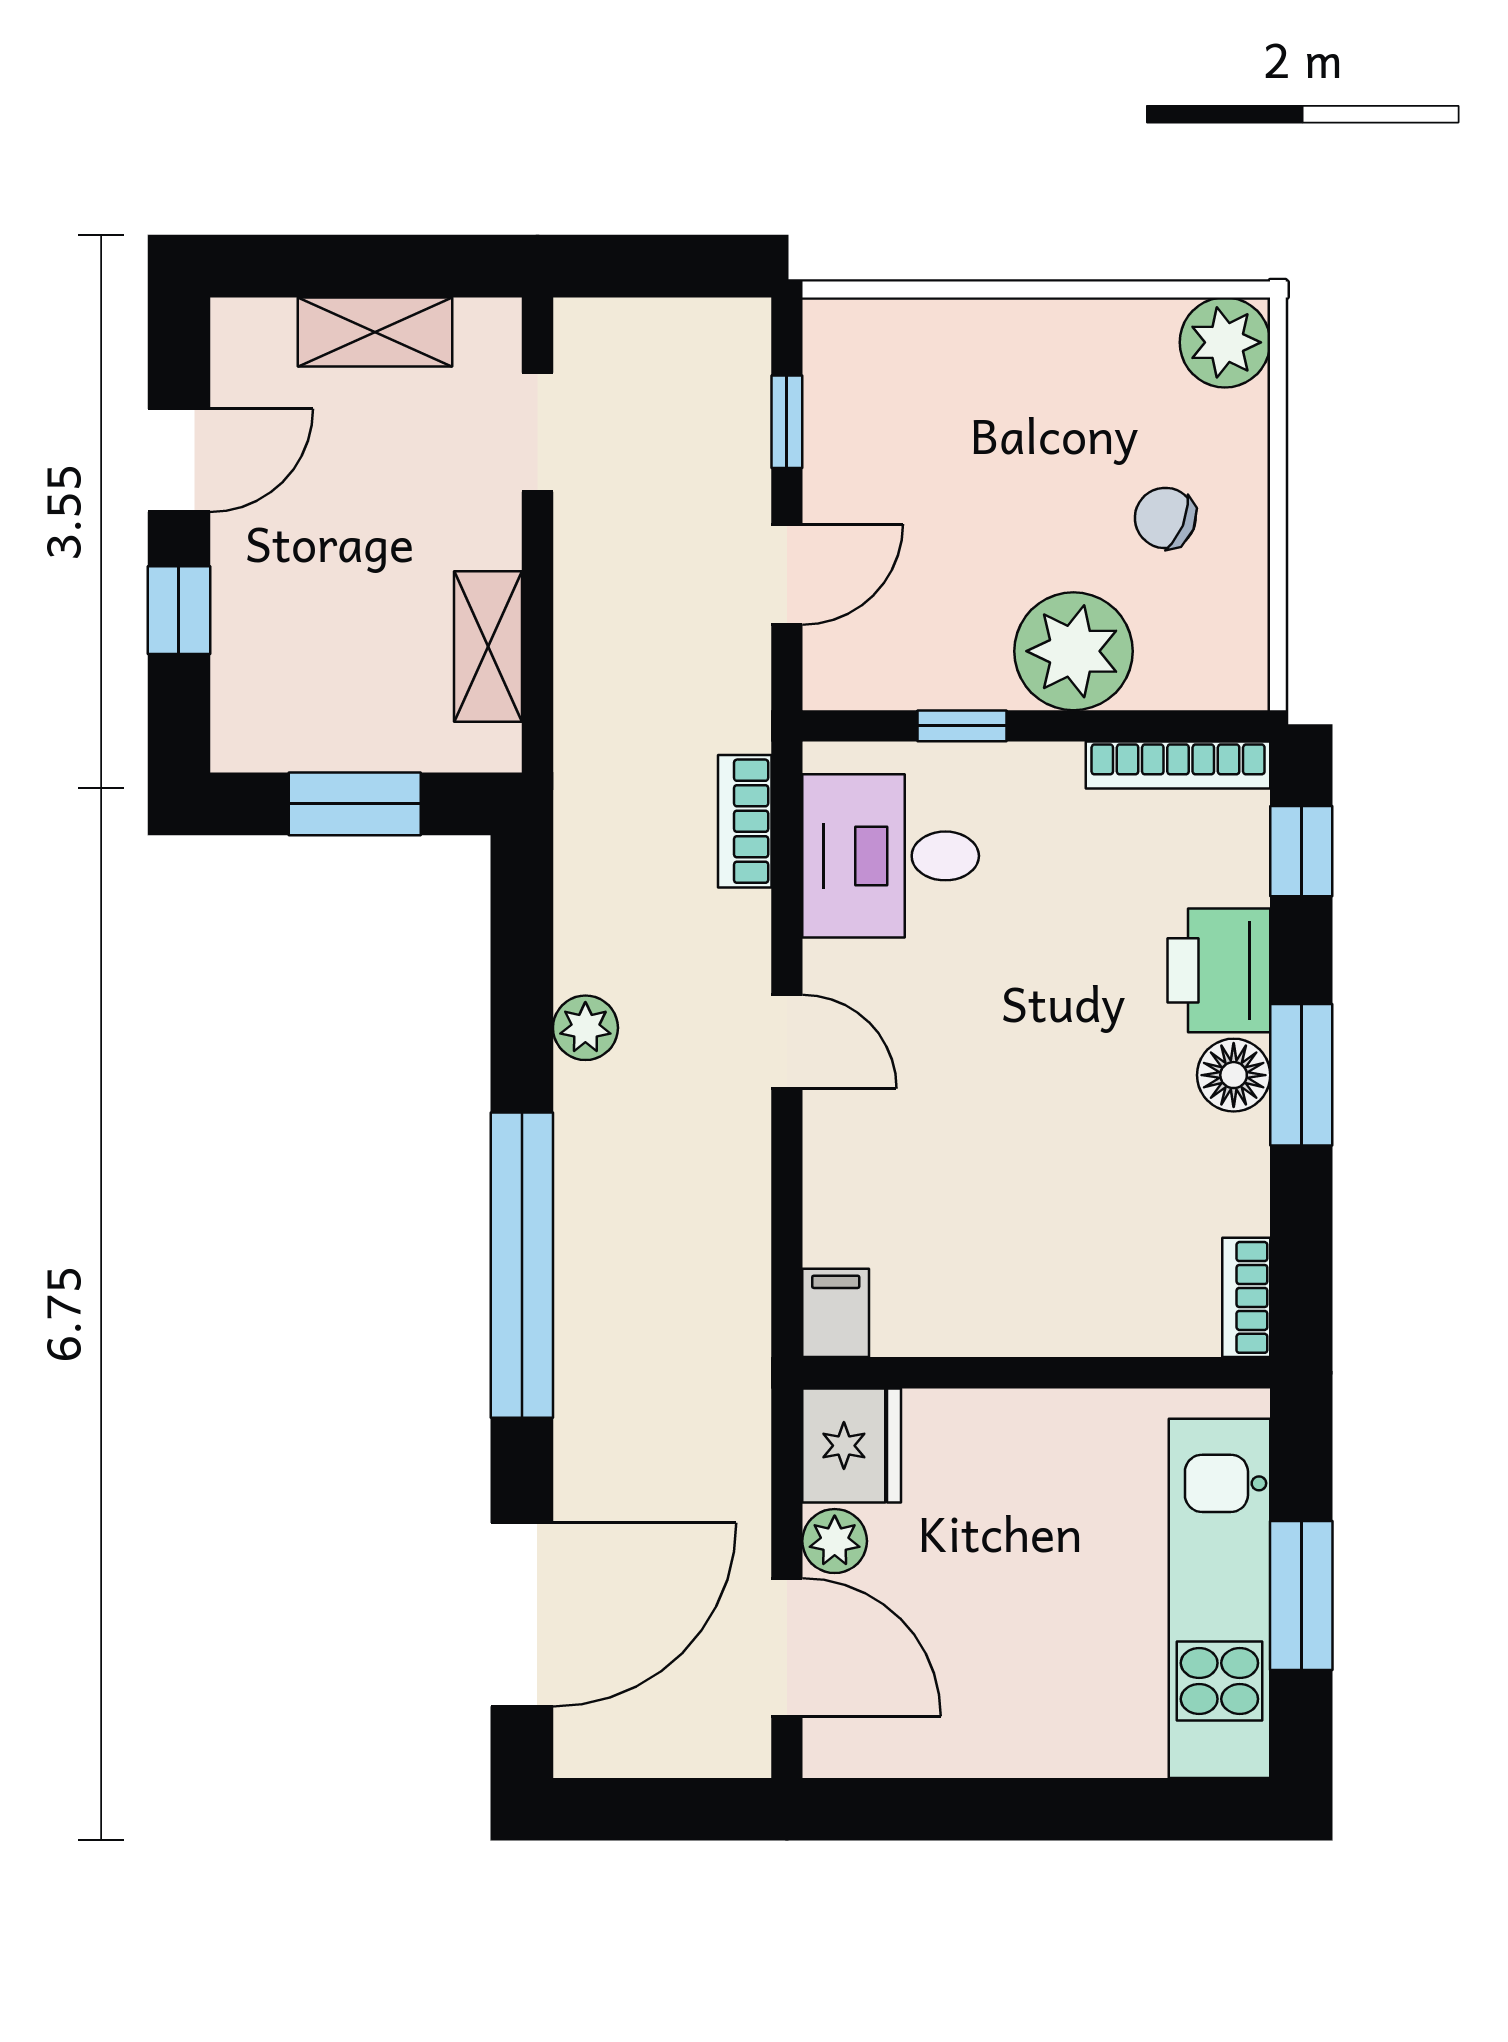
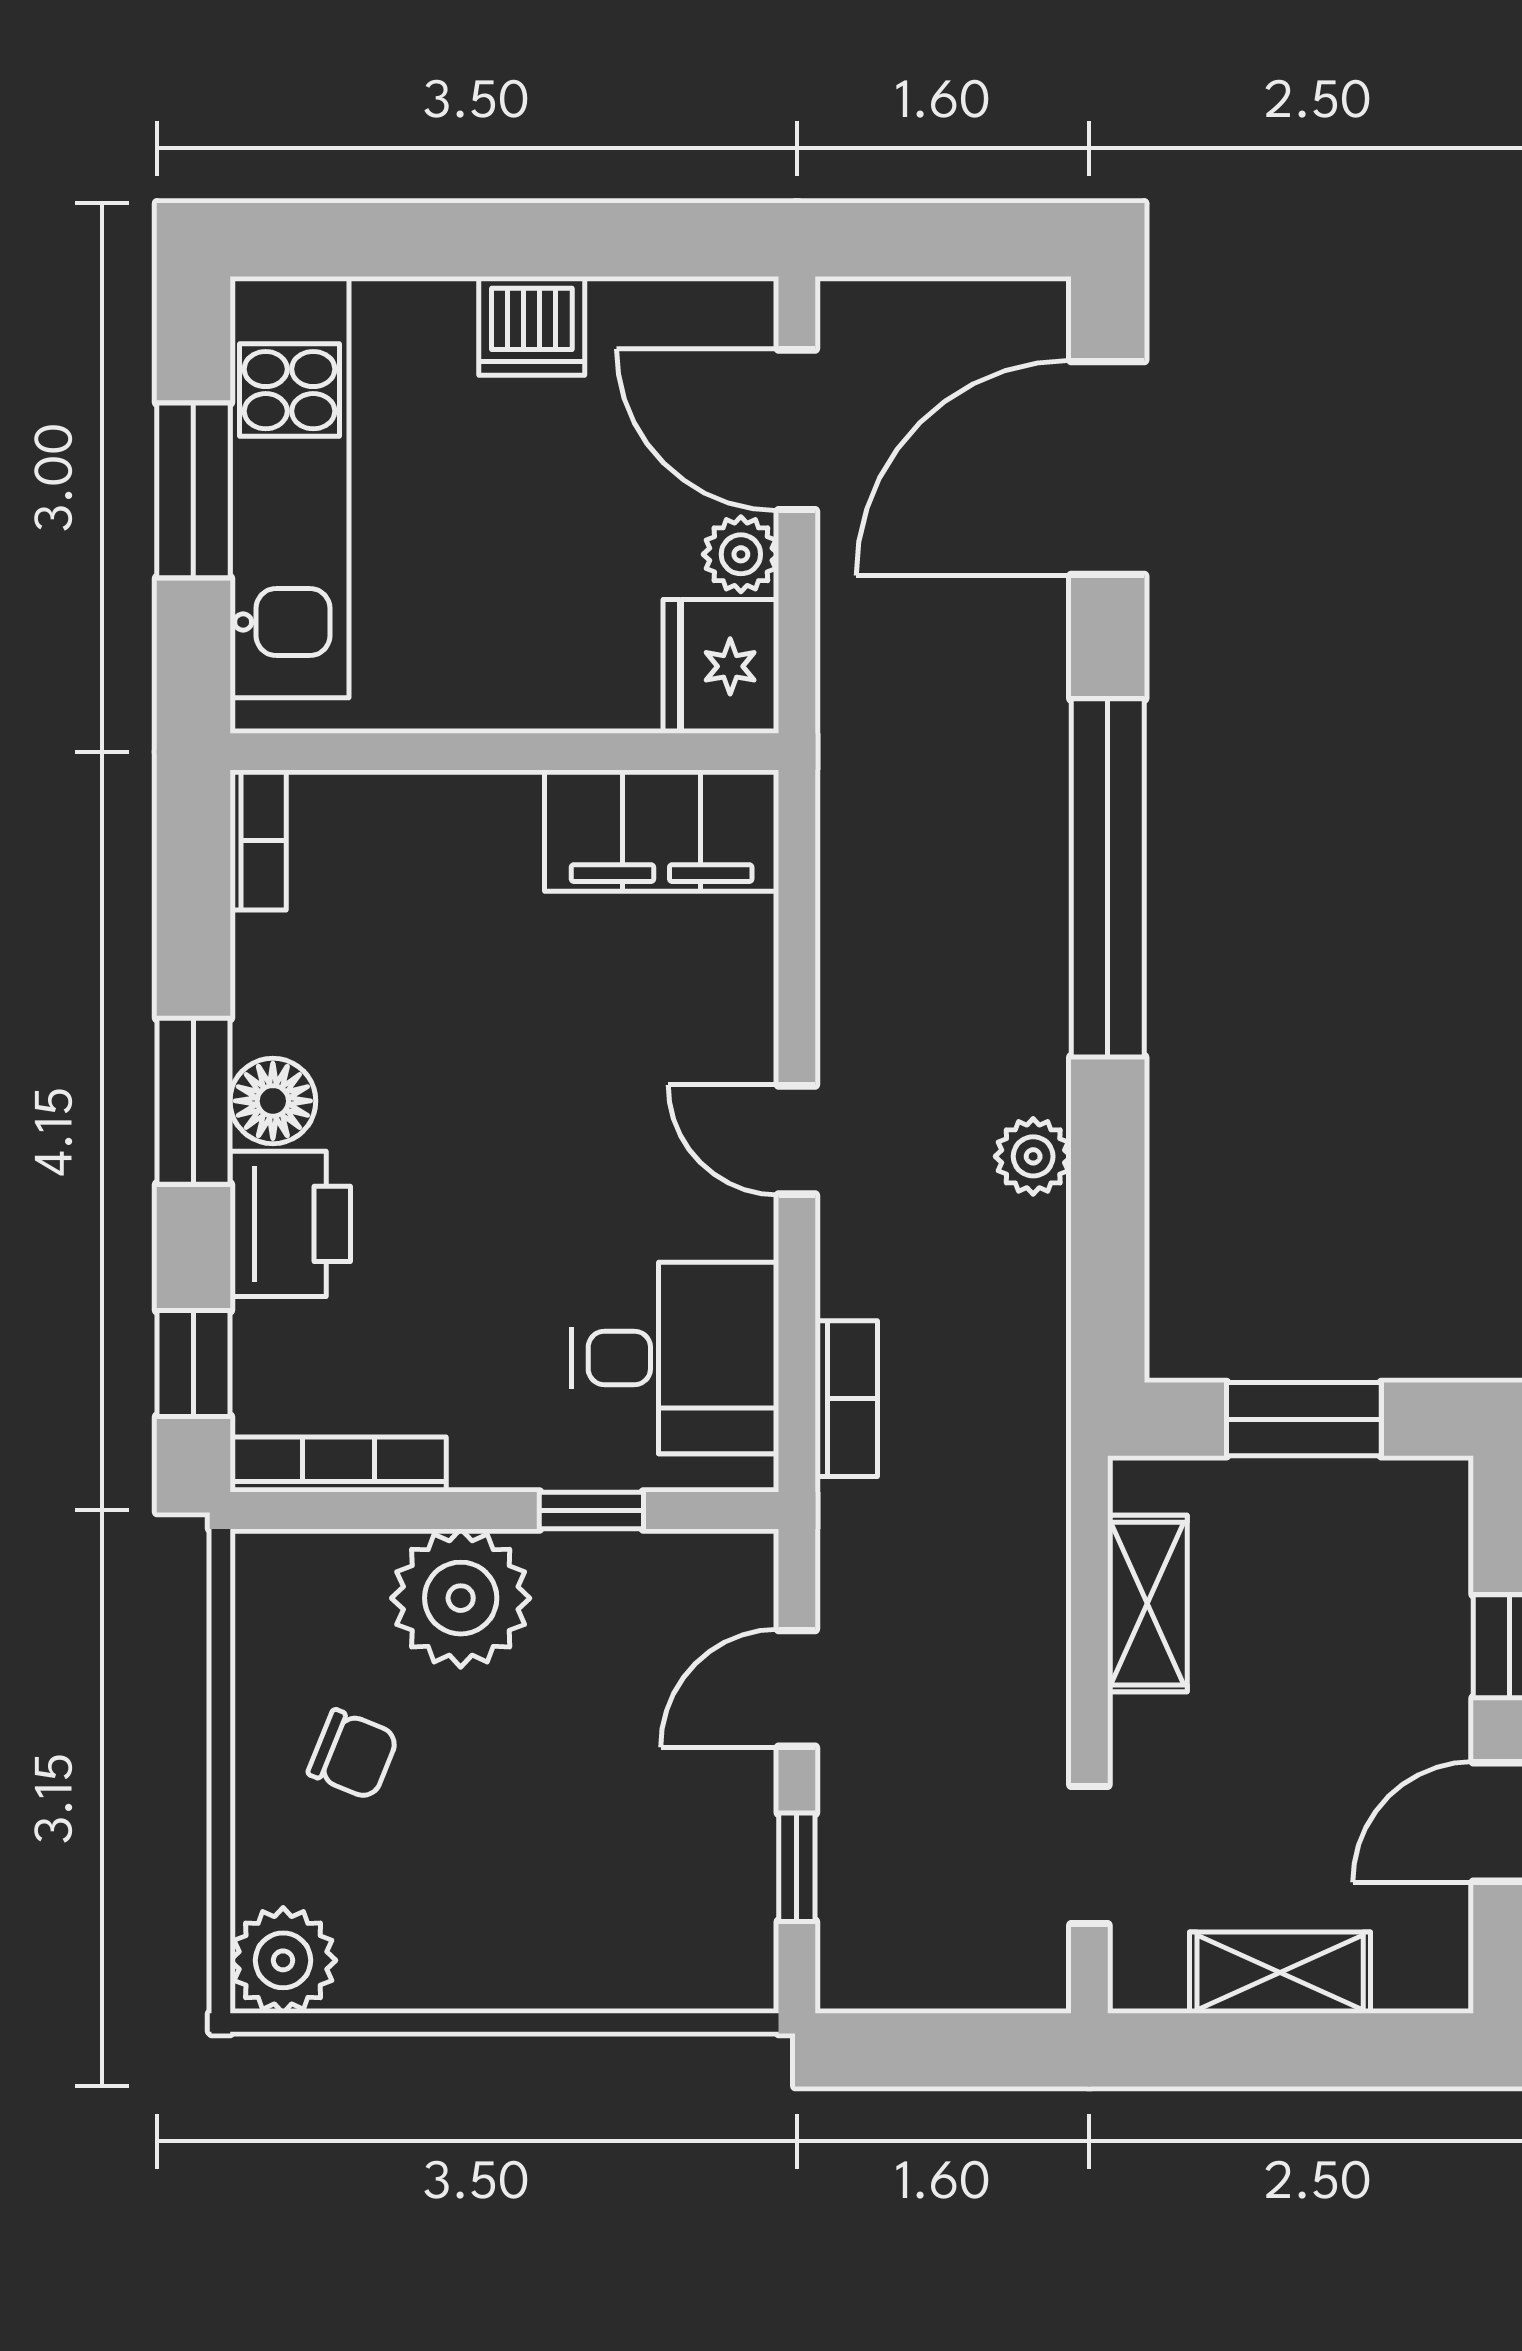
filing cabinet: (836, 1313) -> (662, 831), width x3.00, depth x1.17
dishwasher: (1013, 1736) -> (532, 326), added

